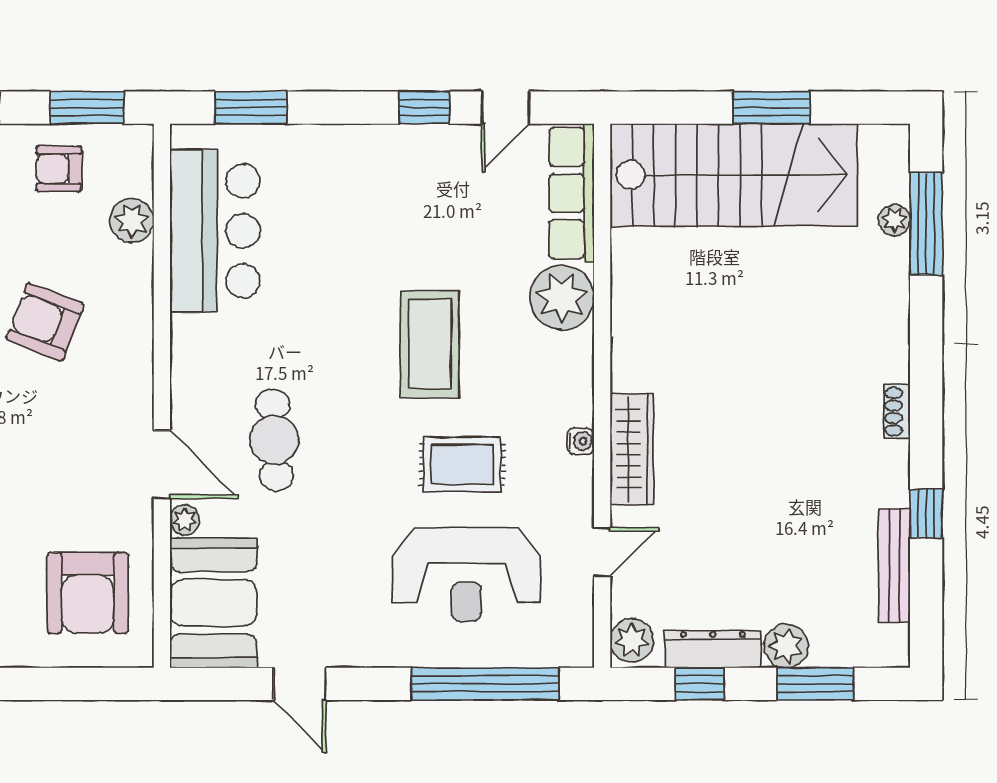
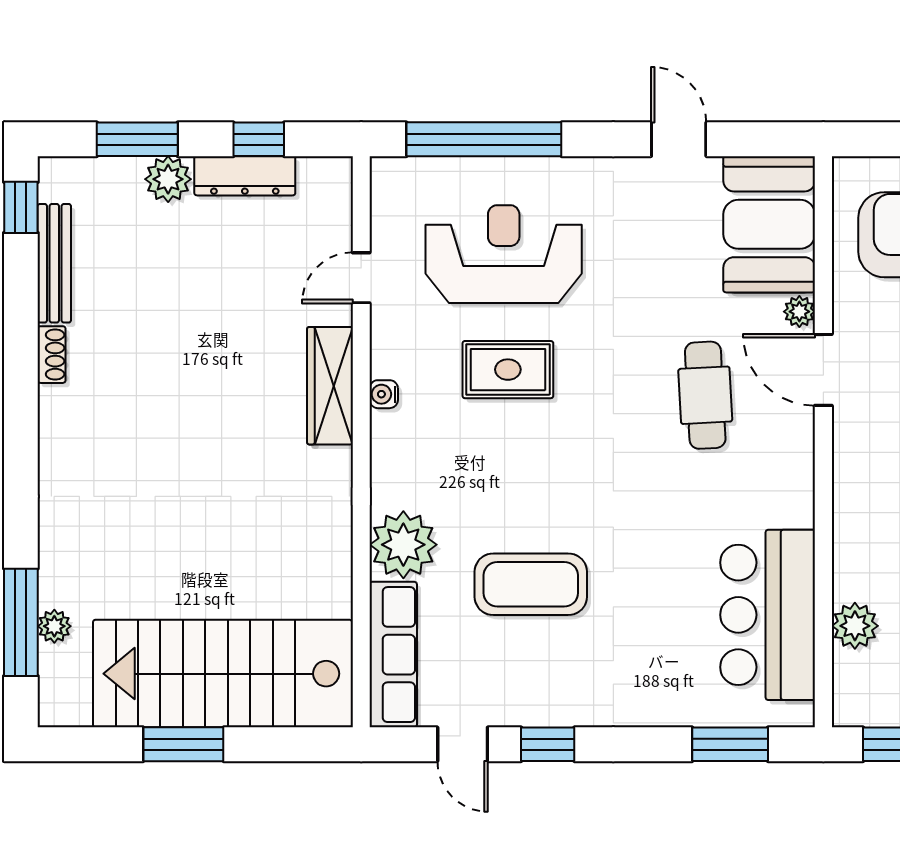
door: (505, 108) -> (463, 744), swing flipped
coffee table: (430, 344) -> (531, 584), moved, turned 90
shoe rack: (897, 412) -> (52, 355), moved
window: (926, 513) -> (21, 207), moved
plant: (632, 640) -> (330, 185), removed

